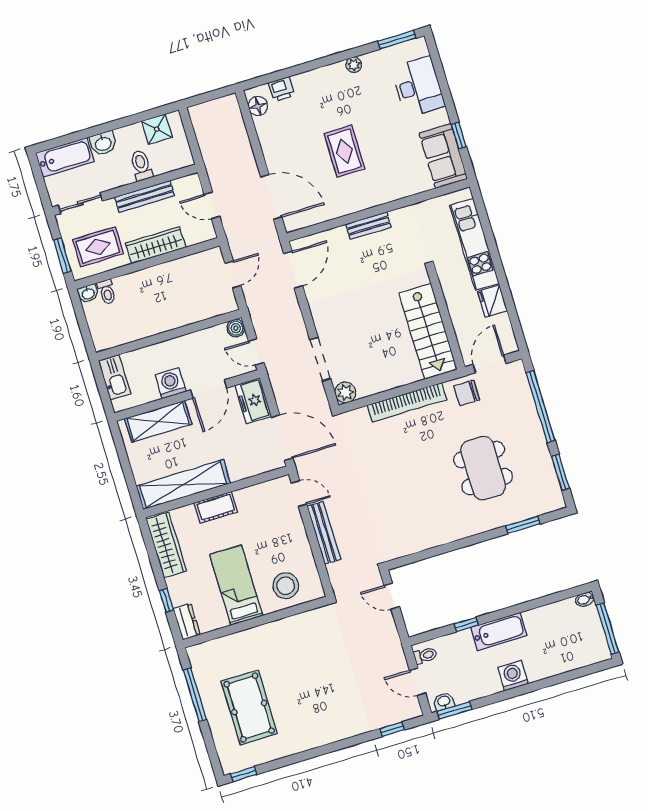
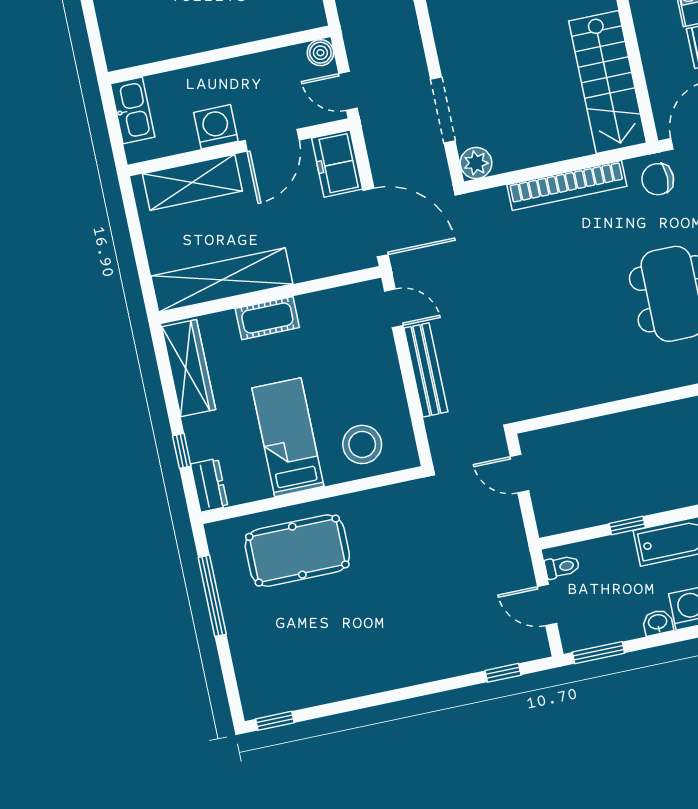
washbasin: (444, 702) -> (658, 622), moved
pool table: (249, 707) -> (297, 551), moved, turned 90

